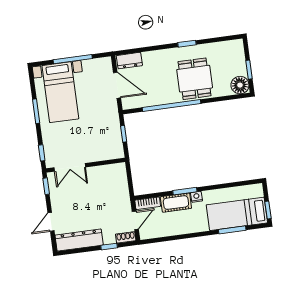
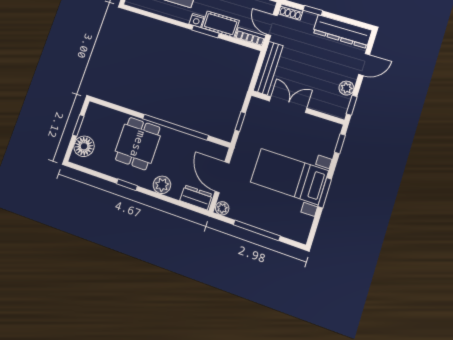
plant: (160, 57) -> (162, 185), added
plant: (106, 62) -> (222, 208), added
floor lamp: (240, 85) -> (84, 146), moved
bed with nightstands: (60, 92) -> (289, 176), moved, turned -90
double door: (70, 167) -> (288, 105), moved
bench: (122, 185) -> (268, 68), added
plant: (56, 197) -> (346, 88), added
door: (135, 220) -> (272, 25), hinge flipped

